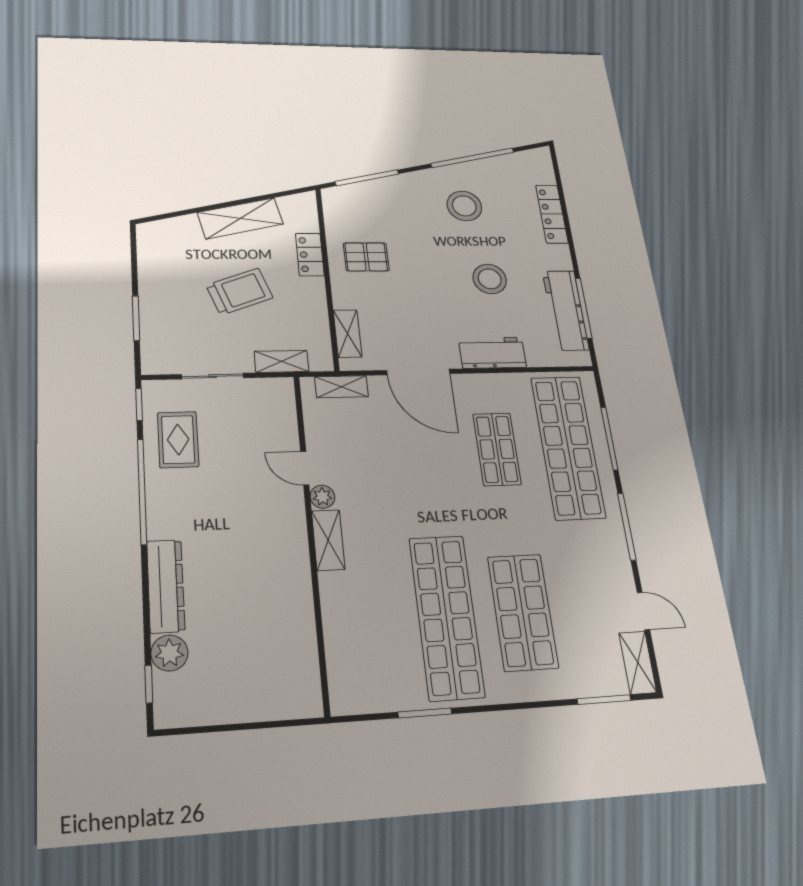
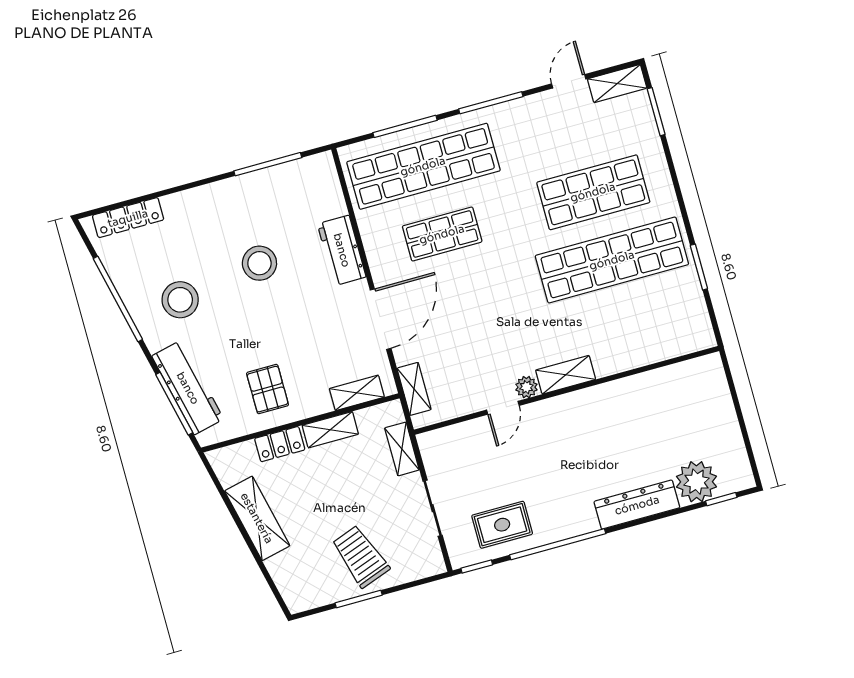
locker: (552, 214) -> (128, 218), moved
trolley: (240, 292) -> (360, 556), moved
shelving: (315, 301) -> (330, 430), added
workbench: (566, 310) -> (188, 388), moved, turned -103
window: (136, 318) -> (359, 599), moved
plant: (169, 653) -> (696, 482), width x1.36, depth x1.36

